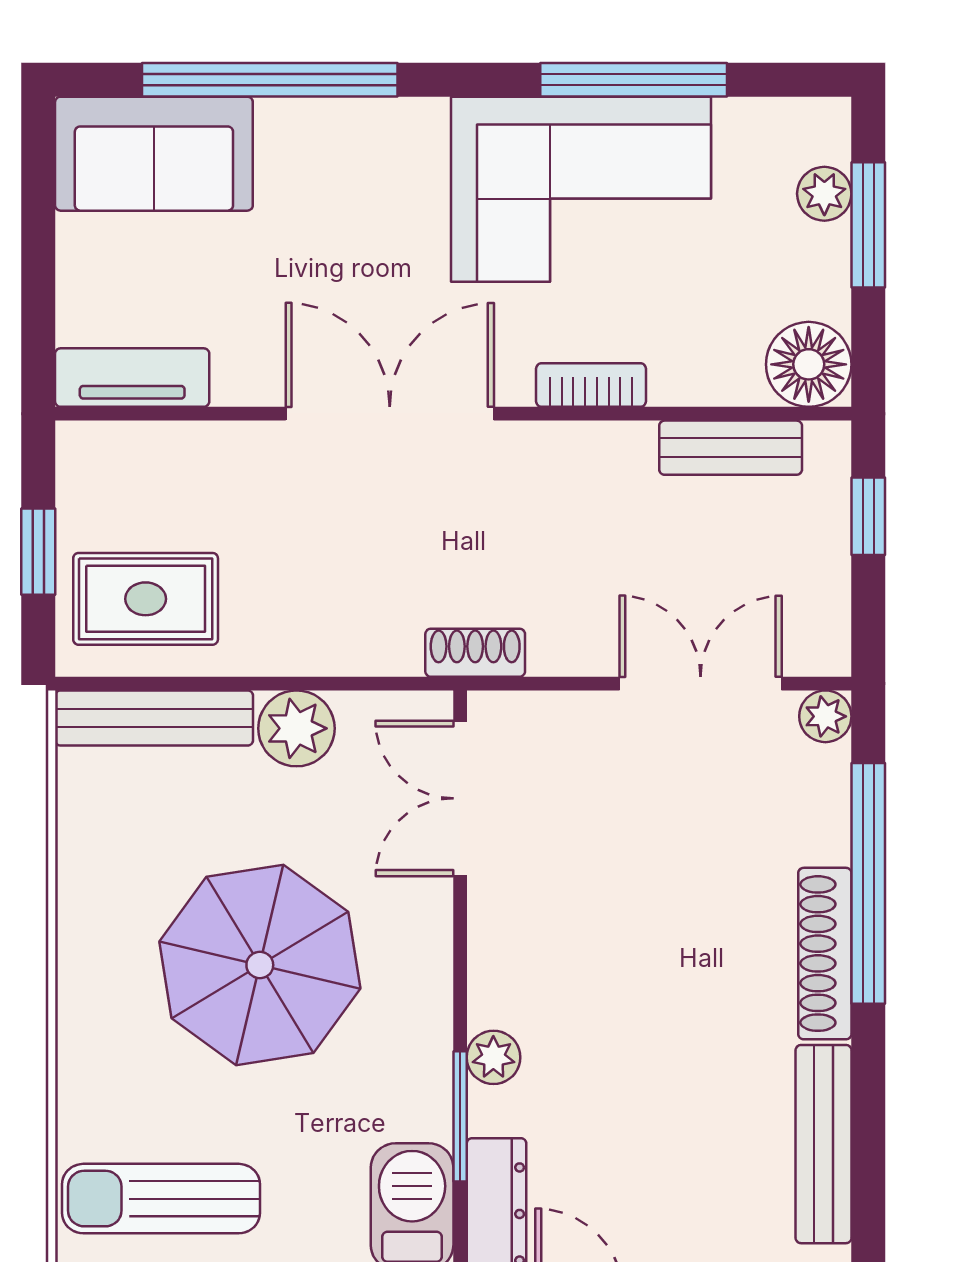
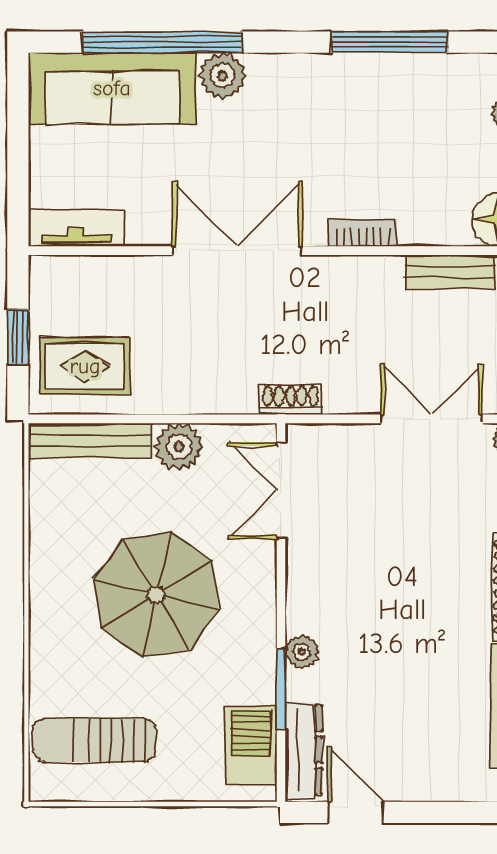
plant: (366, 134) -> (222, 76), added
sofa: (154, 154) -> (112, 88), width x1.36
corner sofa: (581, 189) -> (357, 111), removed

